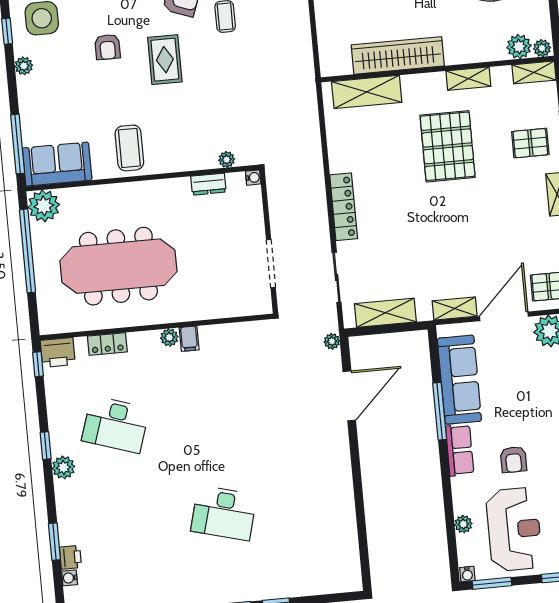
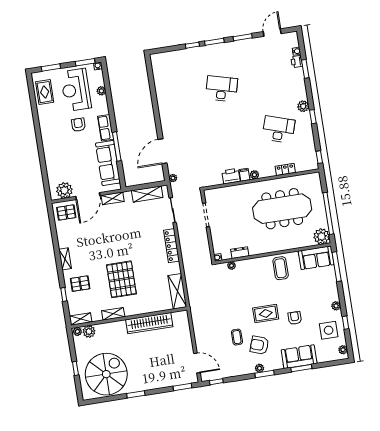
rug: (165, 60) -> (266, 313), turned 90
shelving: (367, 92) -> (177, 291), moved, turned 90
printer: (58, 352) -> (231, 176), moved

